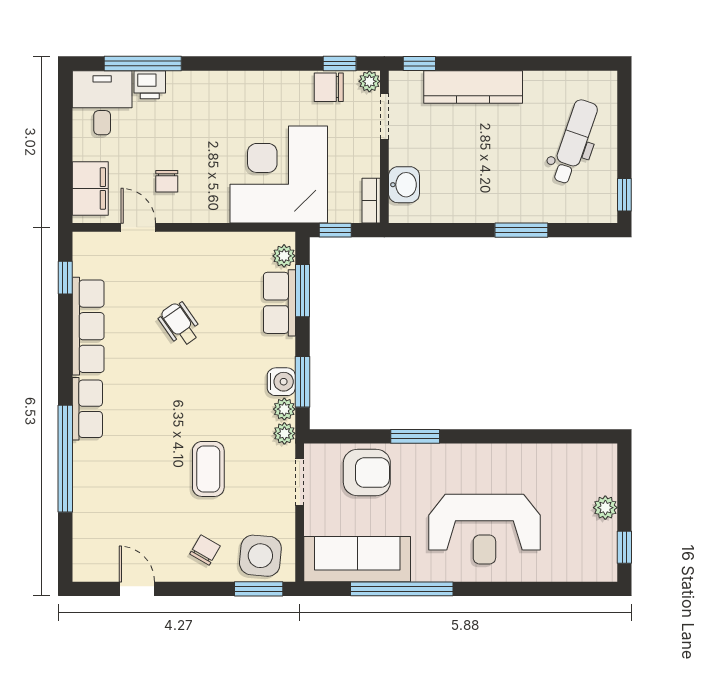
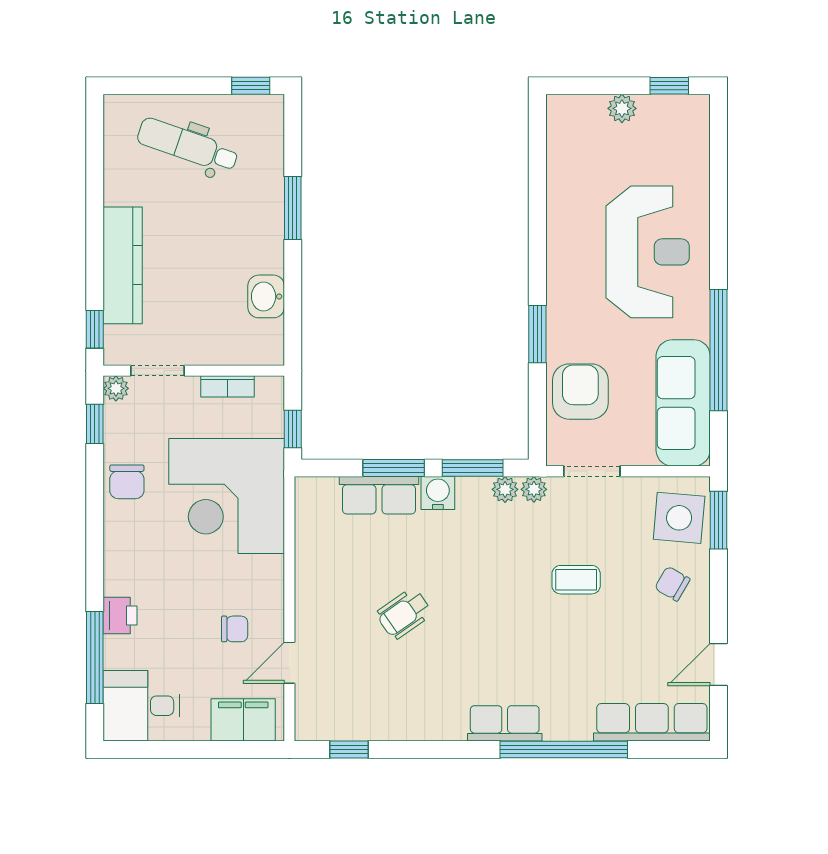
printer: (150, 85) -> (120, 616), moved
chair: (329, 87) -> (127, 482), moved
washbasin: (404, 185) -> (266, 296), moved, turned -90
bookcase: (371, 201) -> (227, 386), moved
plant: (284, 256) -> (323, 490), removed
window: (302, 291) -> (394, 468), moved
row of seats: (88, 326) -> (652, 722), moved
water cooler: (281, 382) -> (438, 493), moved
coffee table: (208, 469) -> (576, 580), width x0.73, depth x0.77

